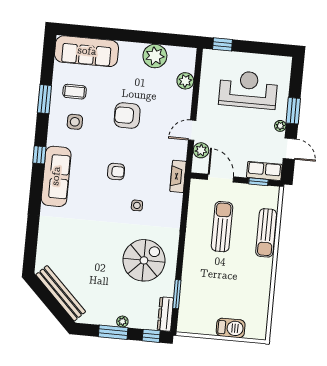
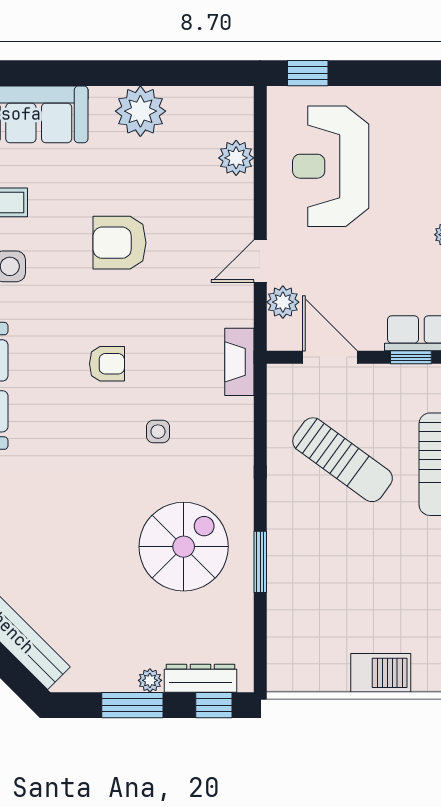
plant: (155, 56) -> (140, 111), moved
reception desk: (248, 90) -> (331, 166), moved, turned -90
sun lounger: (222, 227) -> (343, 460), turned 126
window: (177, 294) -> (260, 562), moved
dresser: (165, 314) -> (201, 678), moved, turned 90

